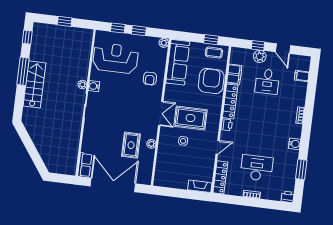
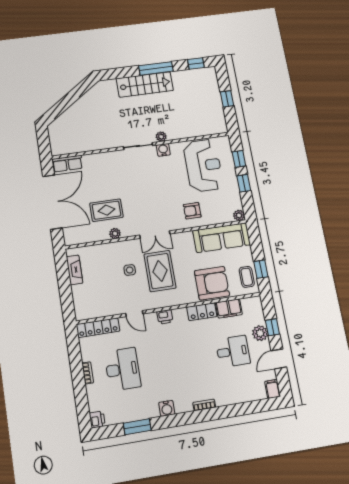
filing cabinet: (302, 76) -> (273, 389), moved
desk: (267, 81) -> (233, 351), turned 180
locker: (230, 101) -> (202, 312), width x0.66
fireplace: (200, 186) -> (74, 270), moved

